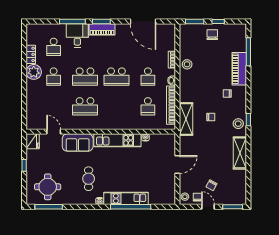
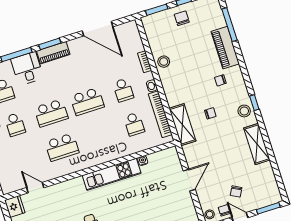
sofa: (78, 143) -> (67, 191), removed

